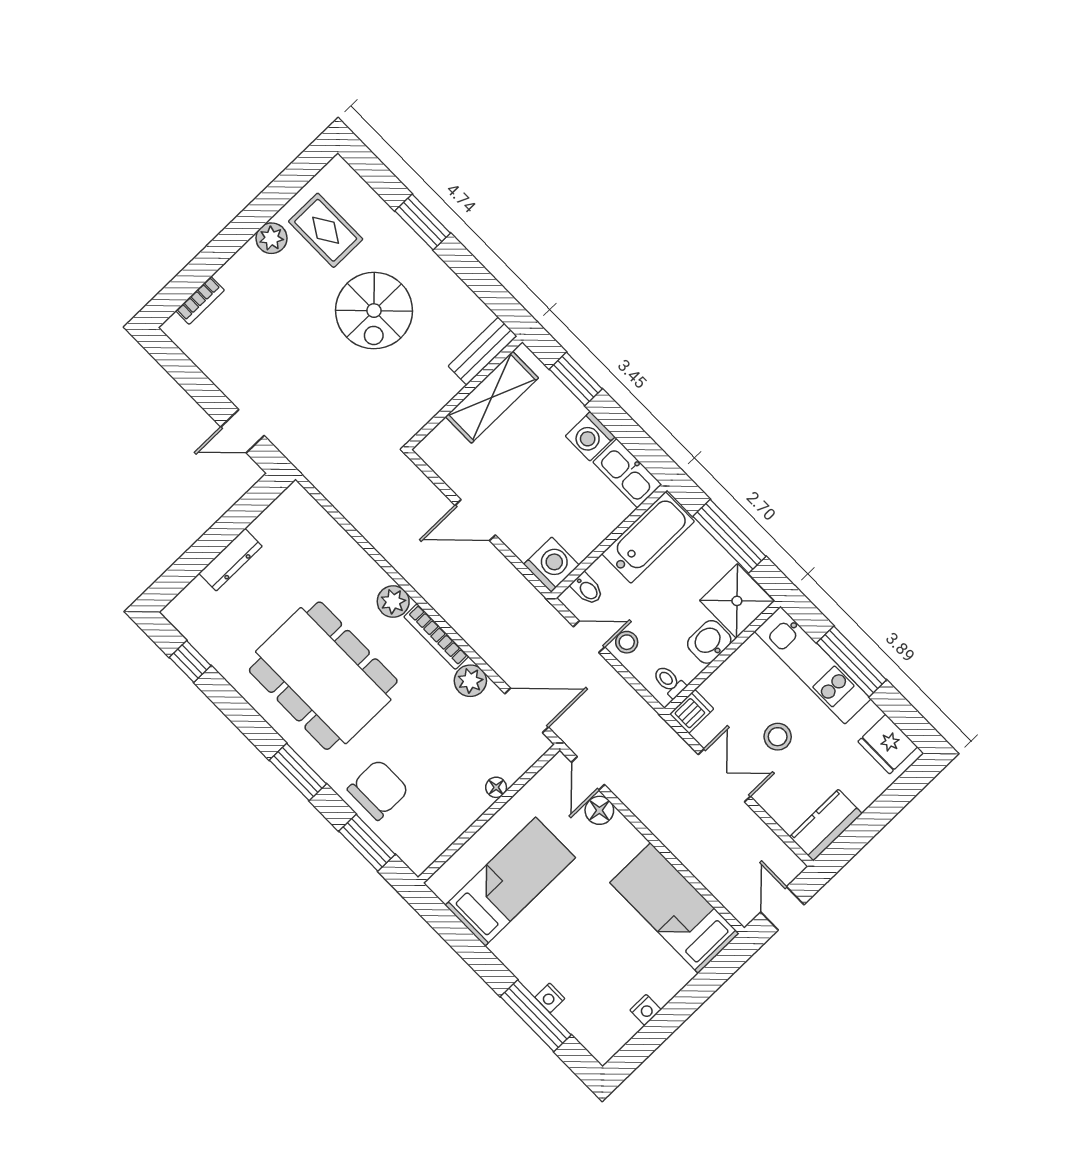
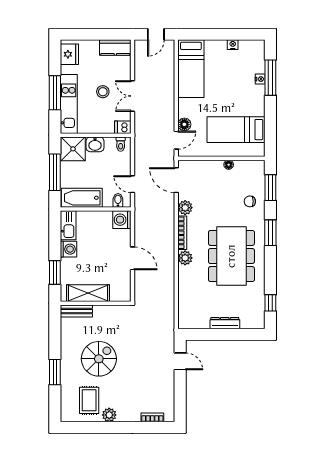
stool: (627, 642) -> (122, 170), removed
floor lamp: (496, 787) -> (229, 165), moved
chair: (378, 790) -> (250, 201), width x0.54, depth x0.54

